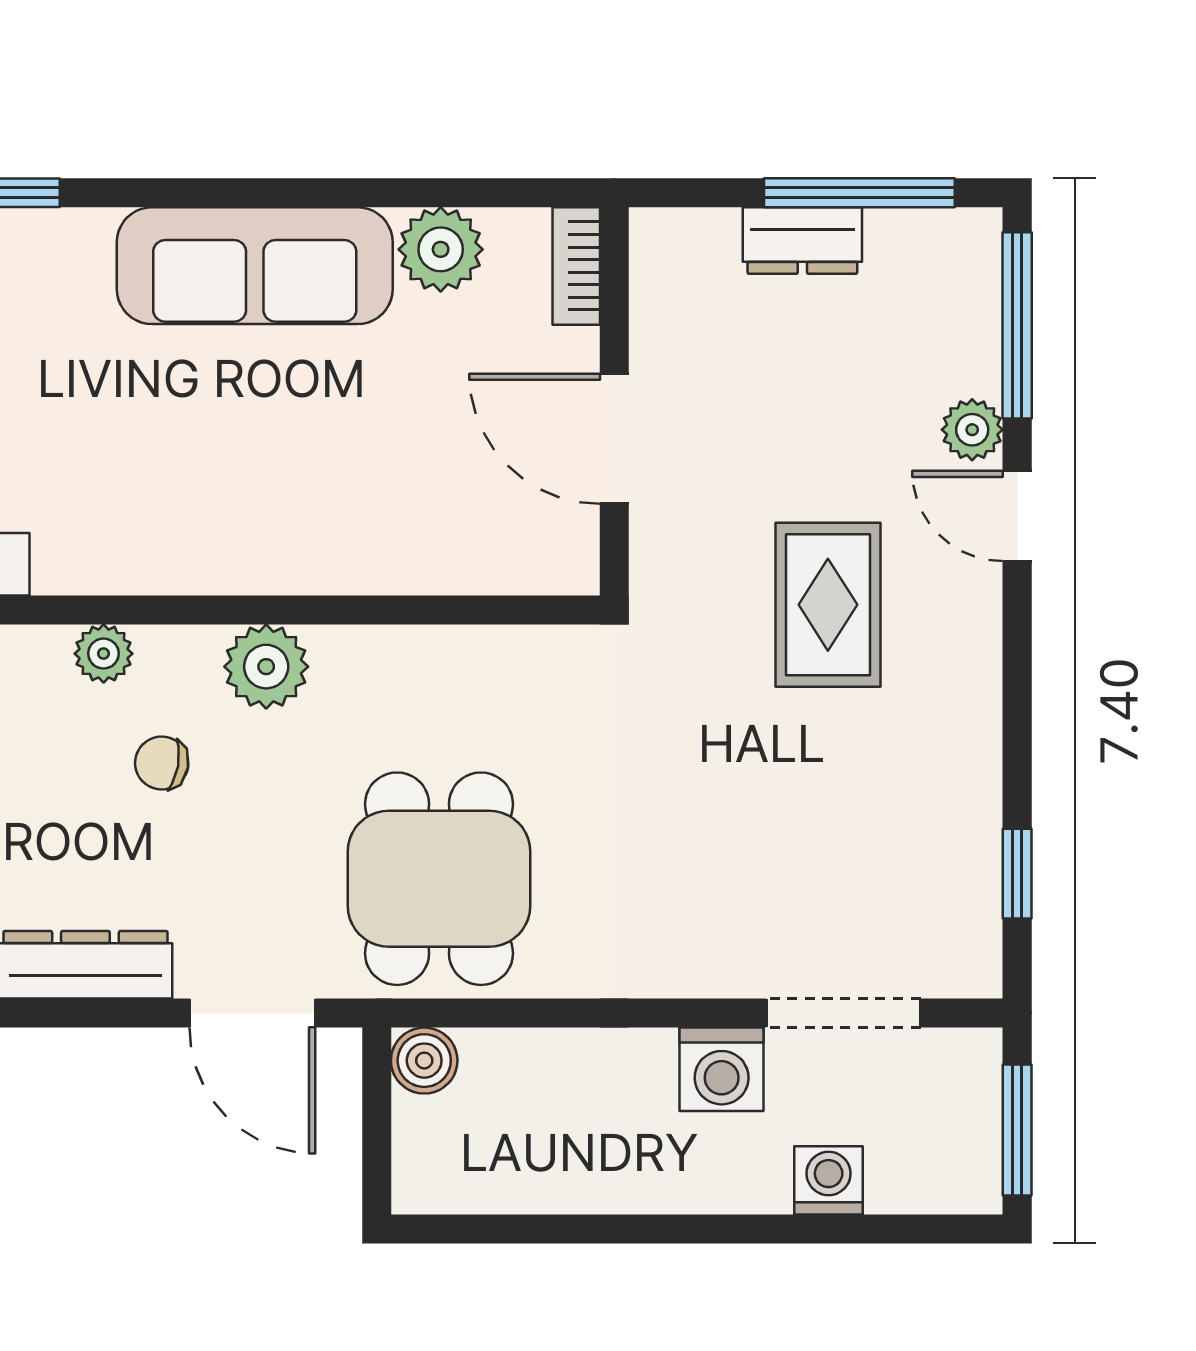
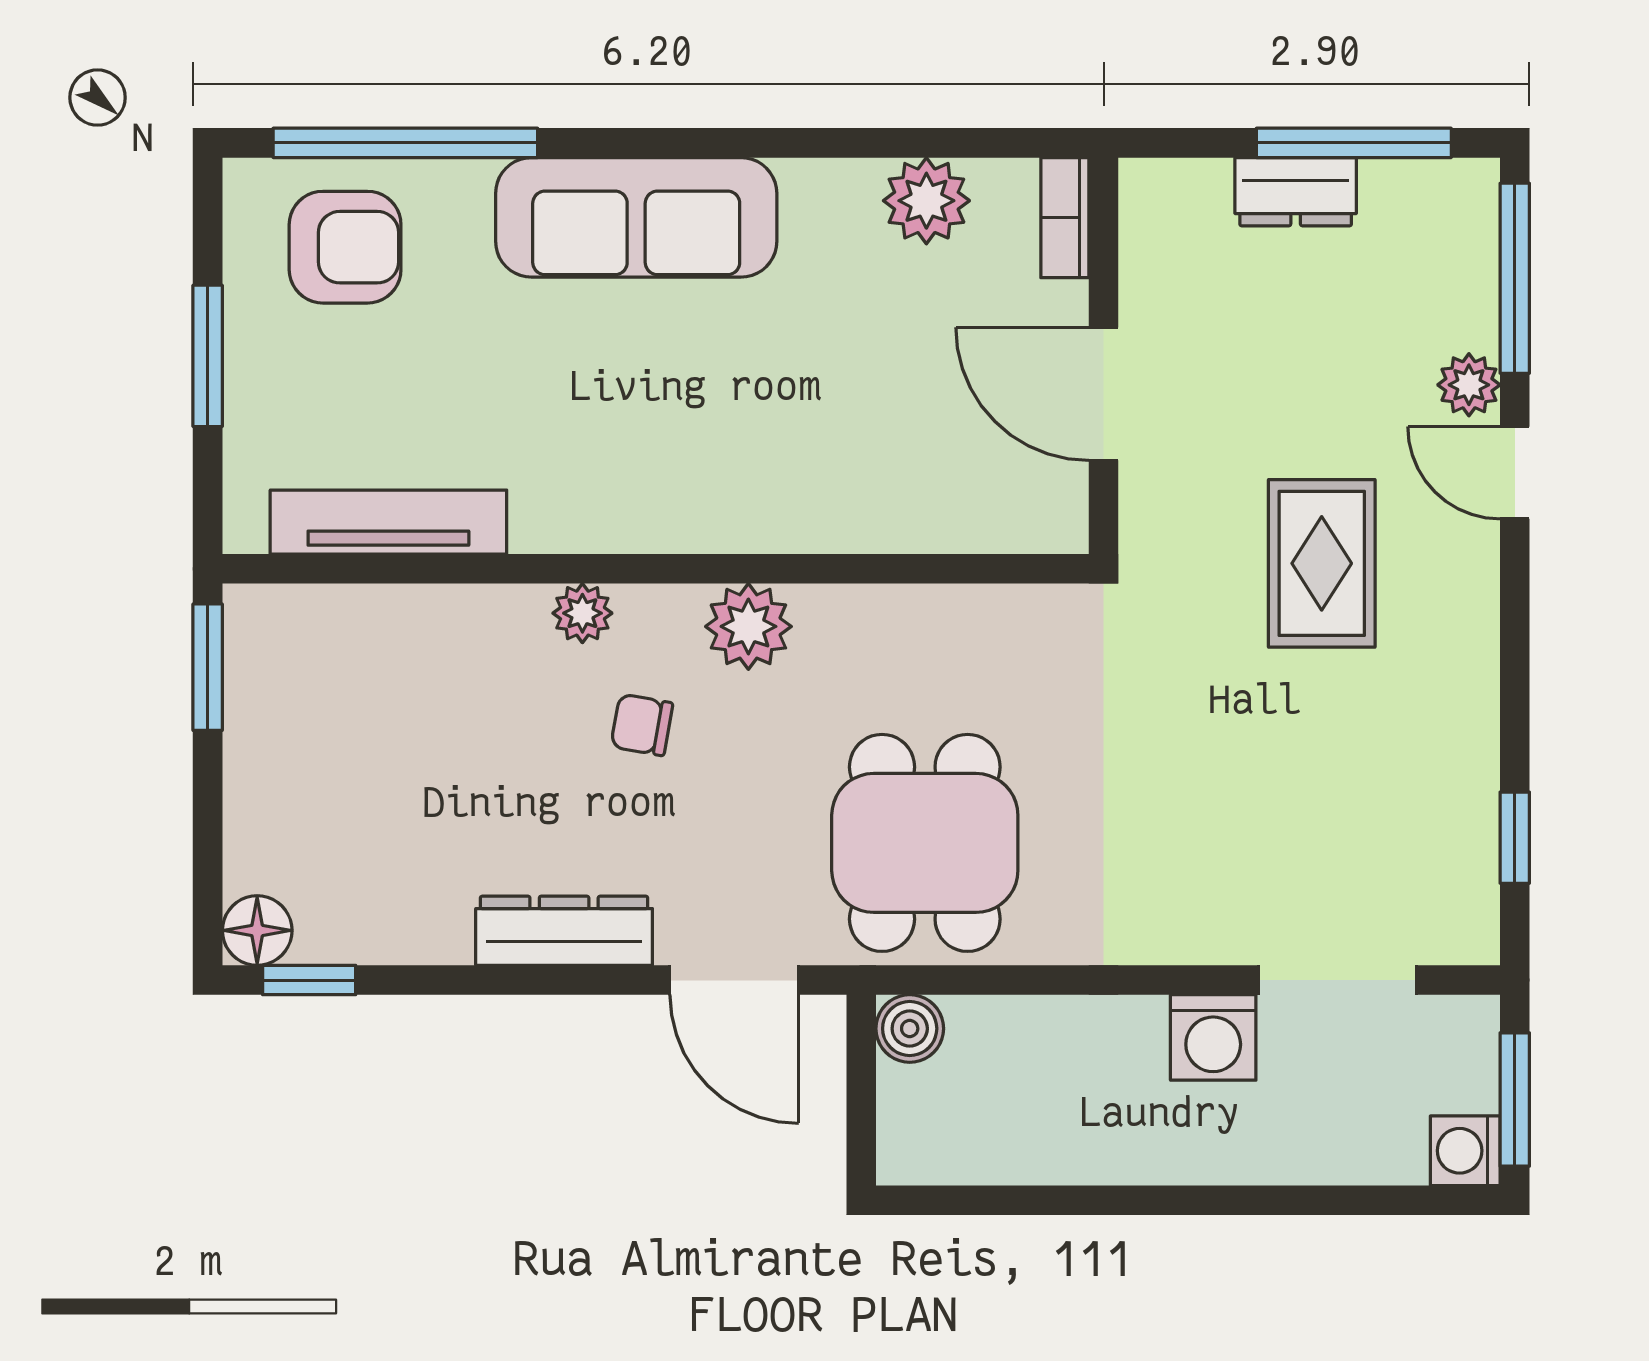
sofa: (255, 266) -> (636, 217), moved
washing machine: (829, 1180) -> (1465, 1151), moved, turned -90

